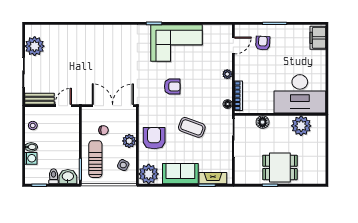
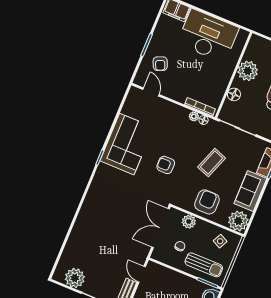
armchair: (263, 43) -> (160, 64), turned -116
plant: (227, 74) -> (194, 116), moved
armchair: (172, 86) -> (166, 165), turned -90
desk: (300, 94) -> (208, 36), moved, turned -90
plant: (301, 126) -> (248, 71), moved
armchair: (154, 138) -> (207, 202), turned 90
plant: (129, 141) -> (189, 222), moved
sun lounger: (95, 159) -> (204, 265), turned 180

